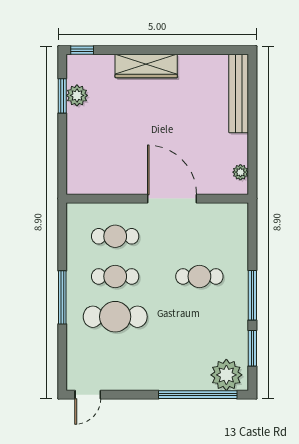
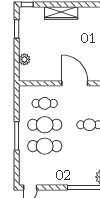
plant: (77, 95) -> (24, 59), moved
cafe table: (115, 276) -> (45, 125), width x1.37, depth x1.35

